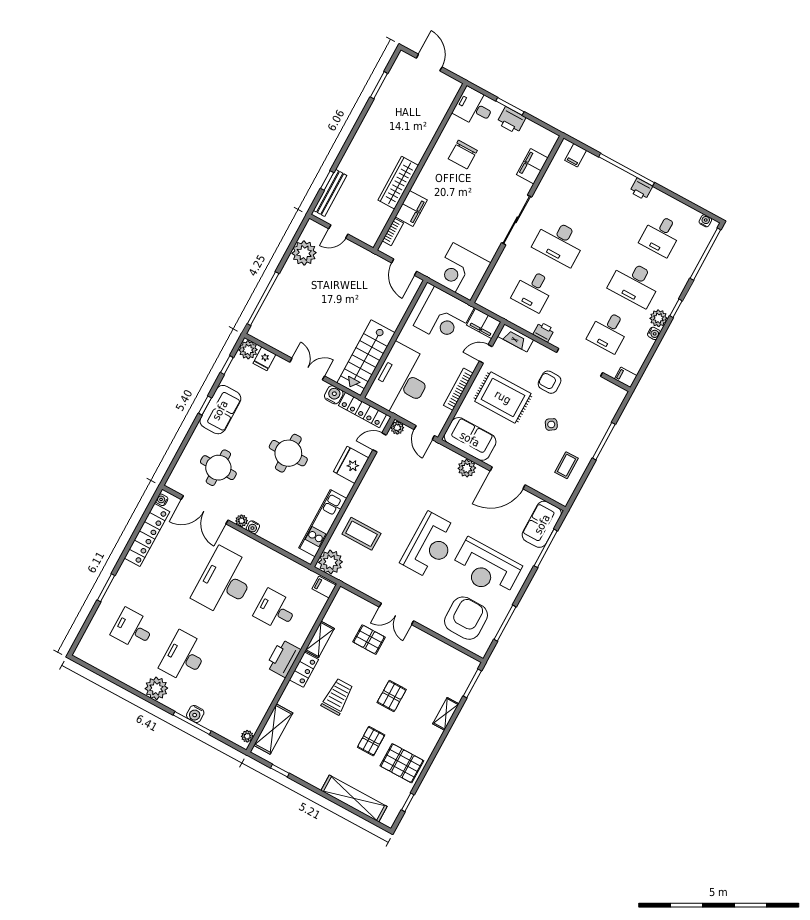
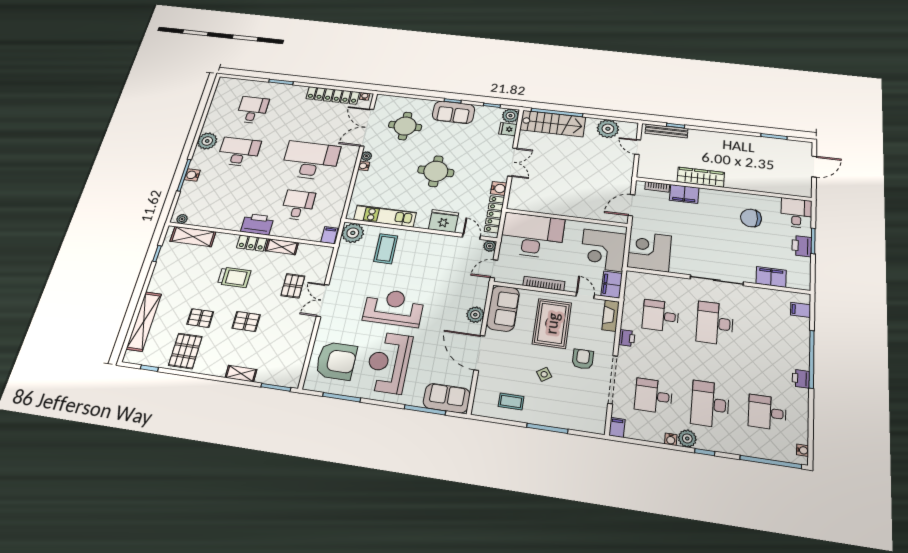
stairs: (366, 358) -> (553, 123), moved, turned 180
reception desk: (430, 546) -> (394, 308), turned 180

